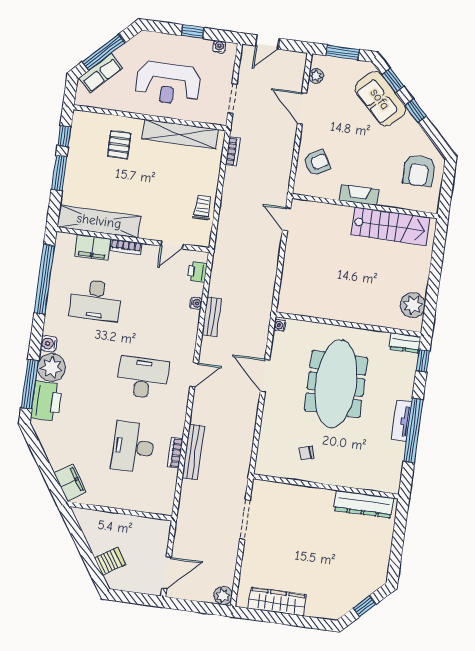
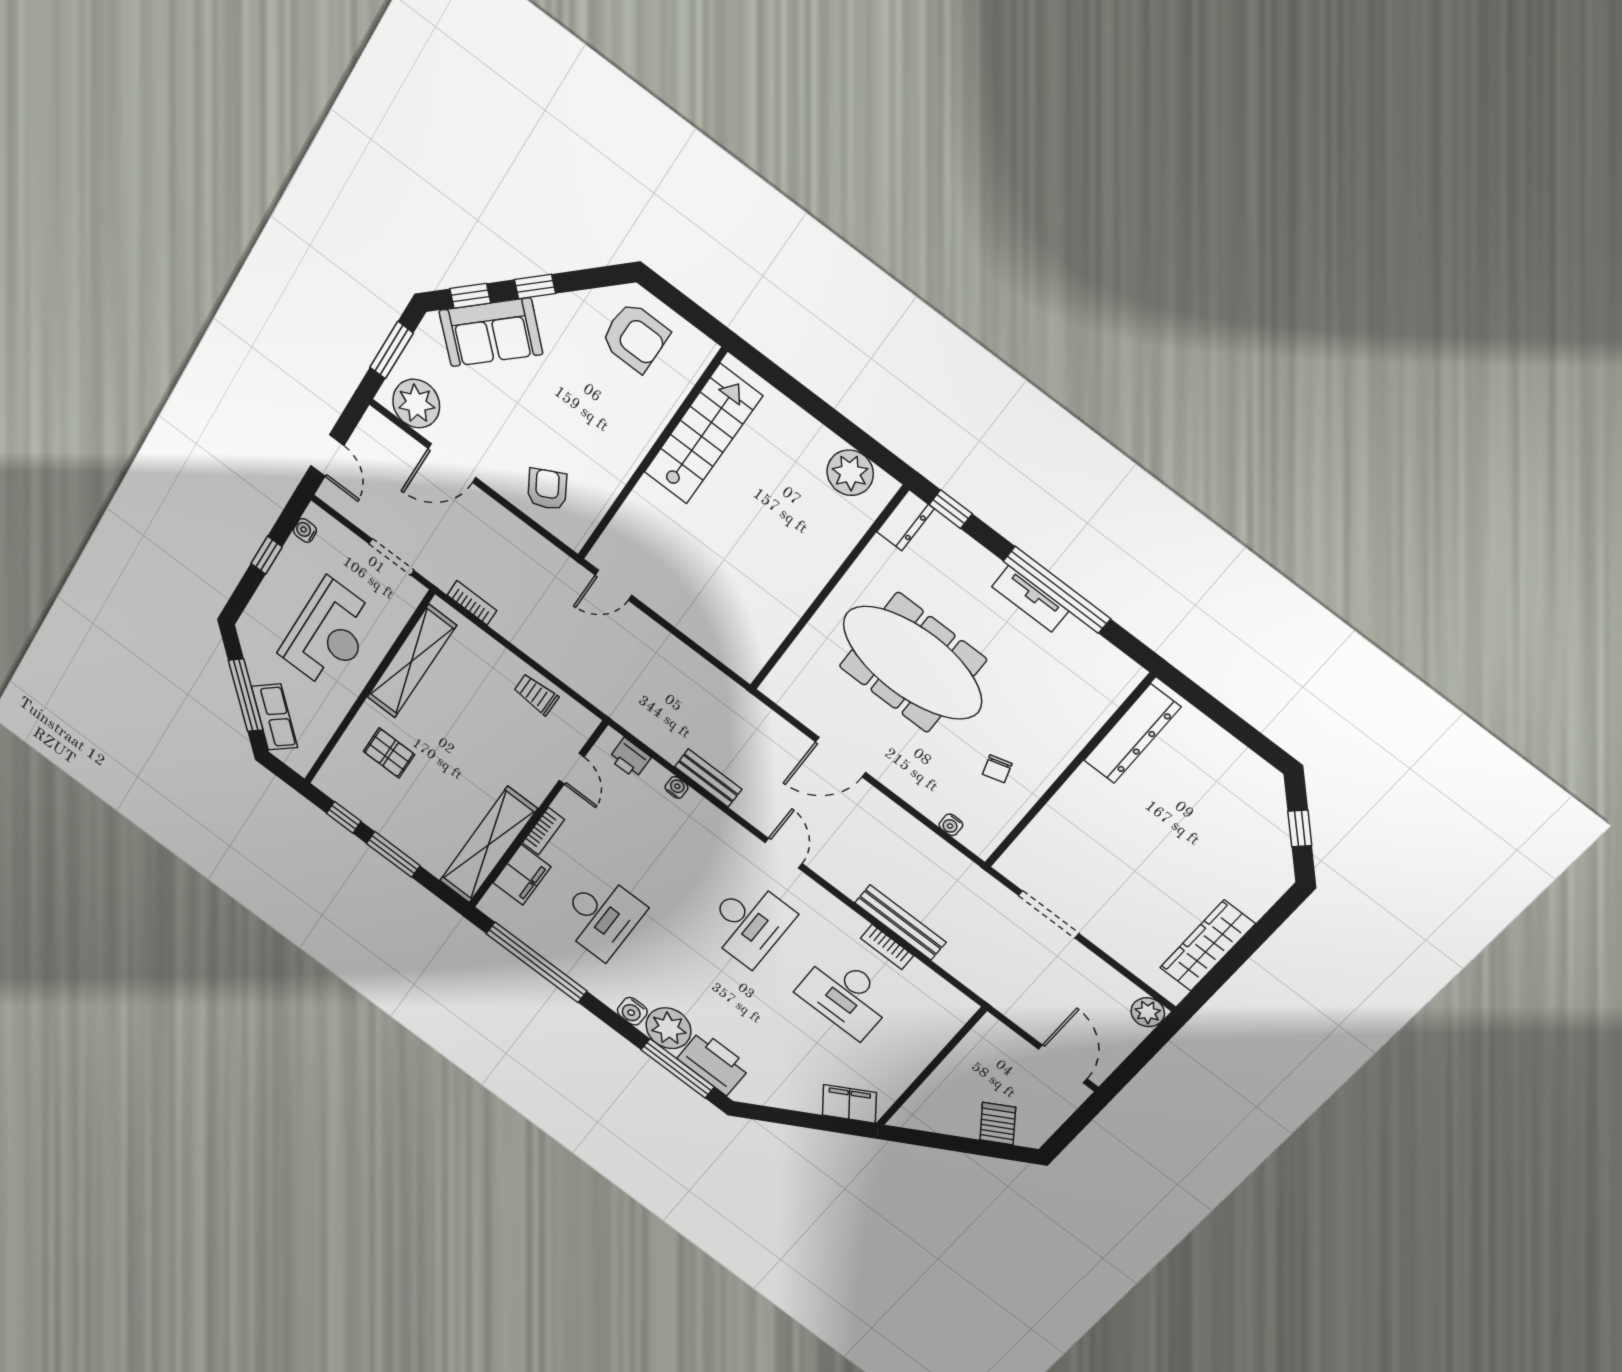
plant: (316, 76) -> (416, 404), width x1.88, depth x1.88
fireplace: (359, 195) -> (629, 455), removed
water cooler: (280, 325) -> (951, 825), moved
desk: (143, 378) -> (749, 923), turned 180

